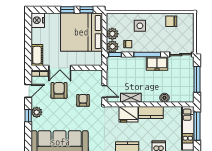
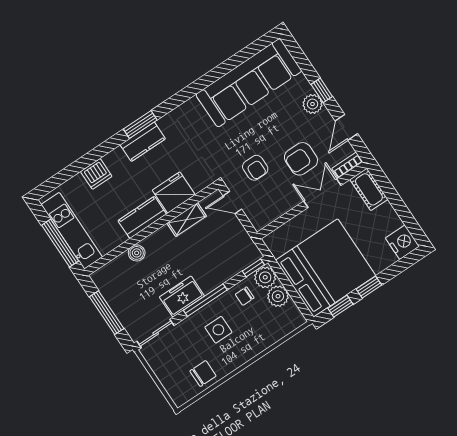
side table: (140, 26) -> (218, 330), moved
armchair: (59, 90) -> (301, 159), turned 90

